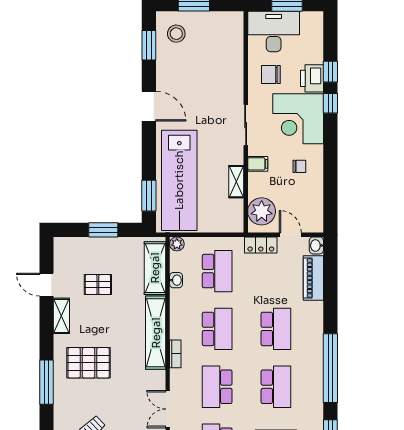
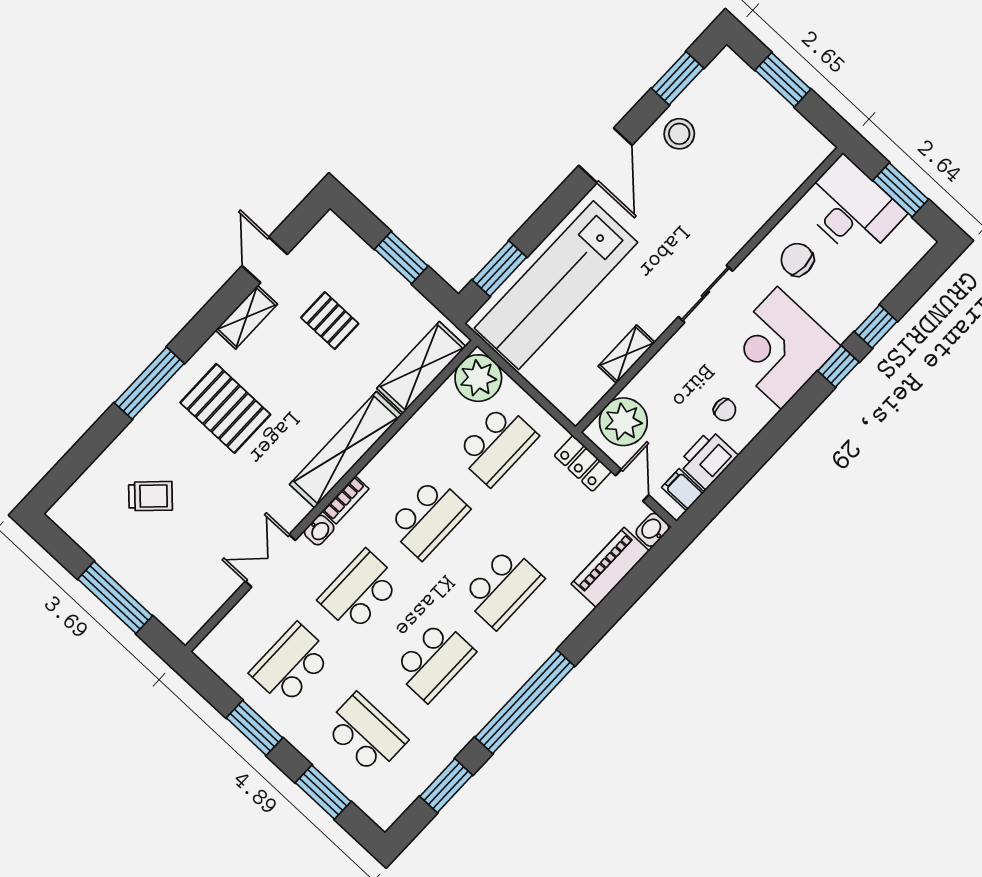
stool: (176, 34) -> (679, 134), moved
printer: (312, 78) -> (708, 459), moved
filing cabinet: (258, 164) -> (683, 490), moved, turned 180
plant: (177, 244) -> (478, 378), width x1.88, depth x1.88
washbasin: (176, 280) -> (319, 530), moved

